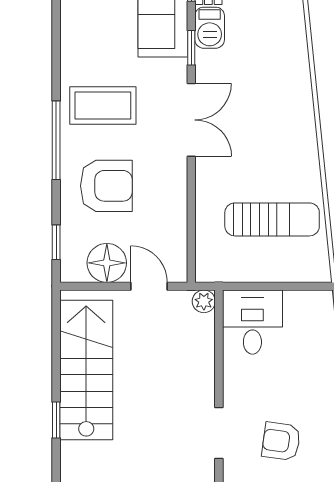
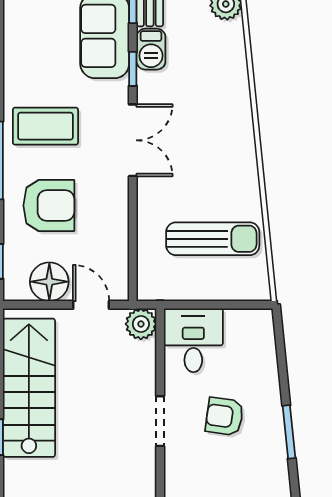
plant: (204, 301) -> (141, 324), width x1.38, depth x1.38
doorway: (219, 433) -> (160, 421), moved
armchair: (281, 441) -> (224, 416), moved

